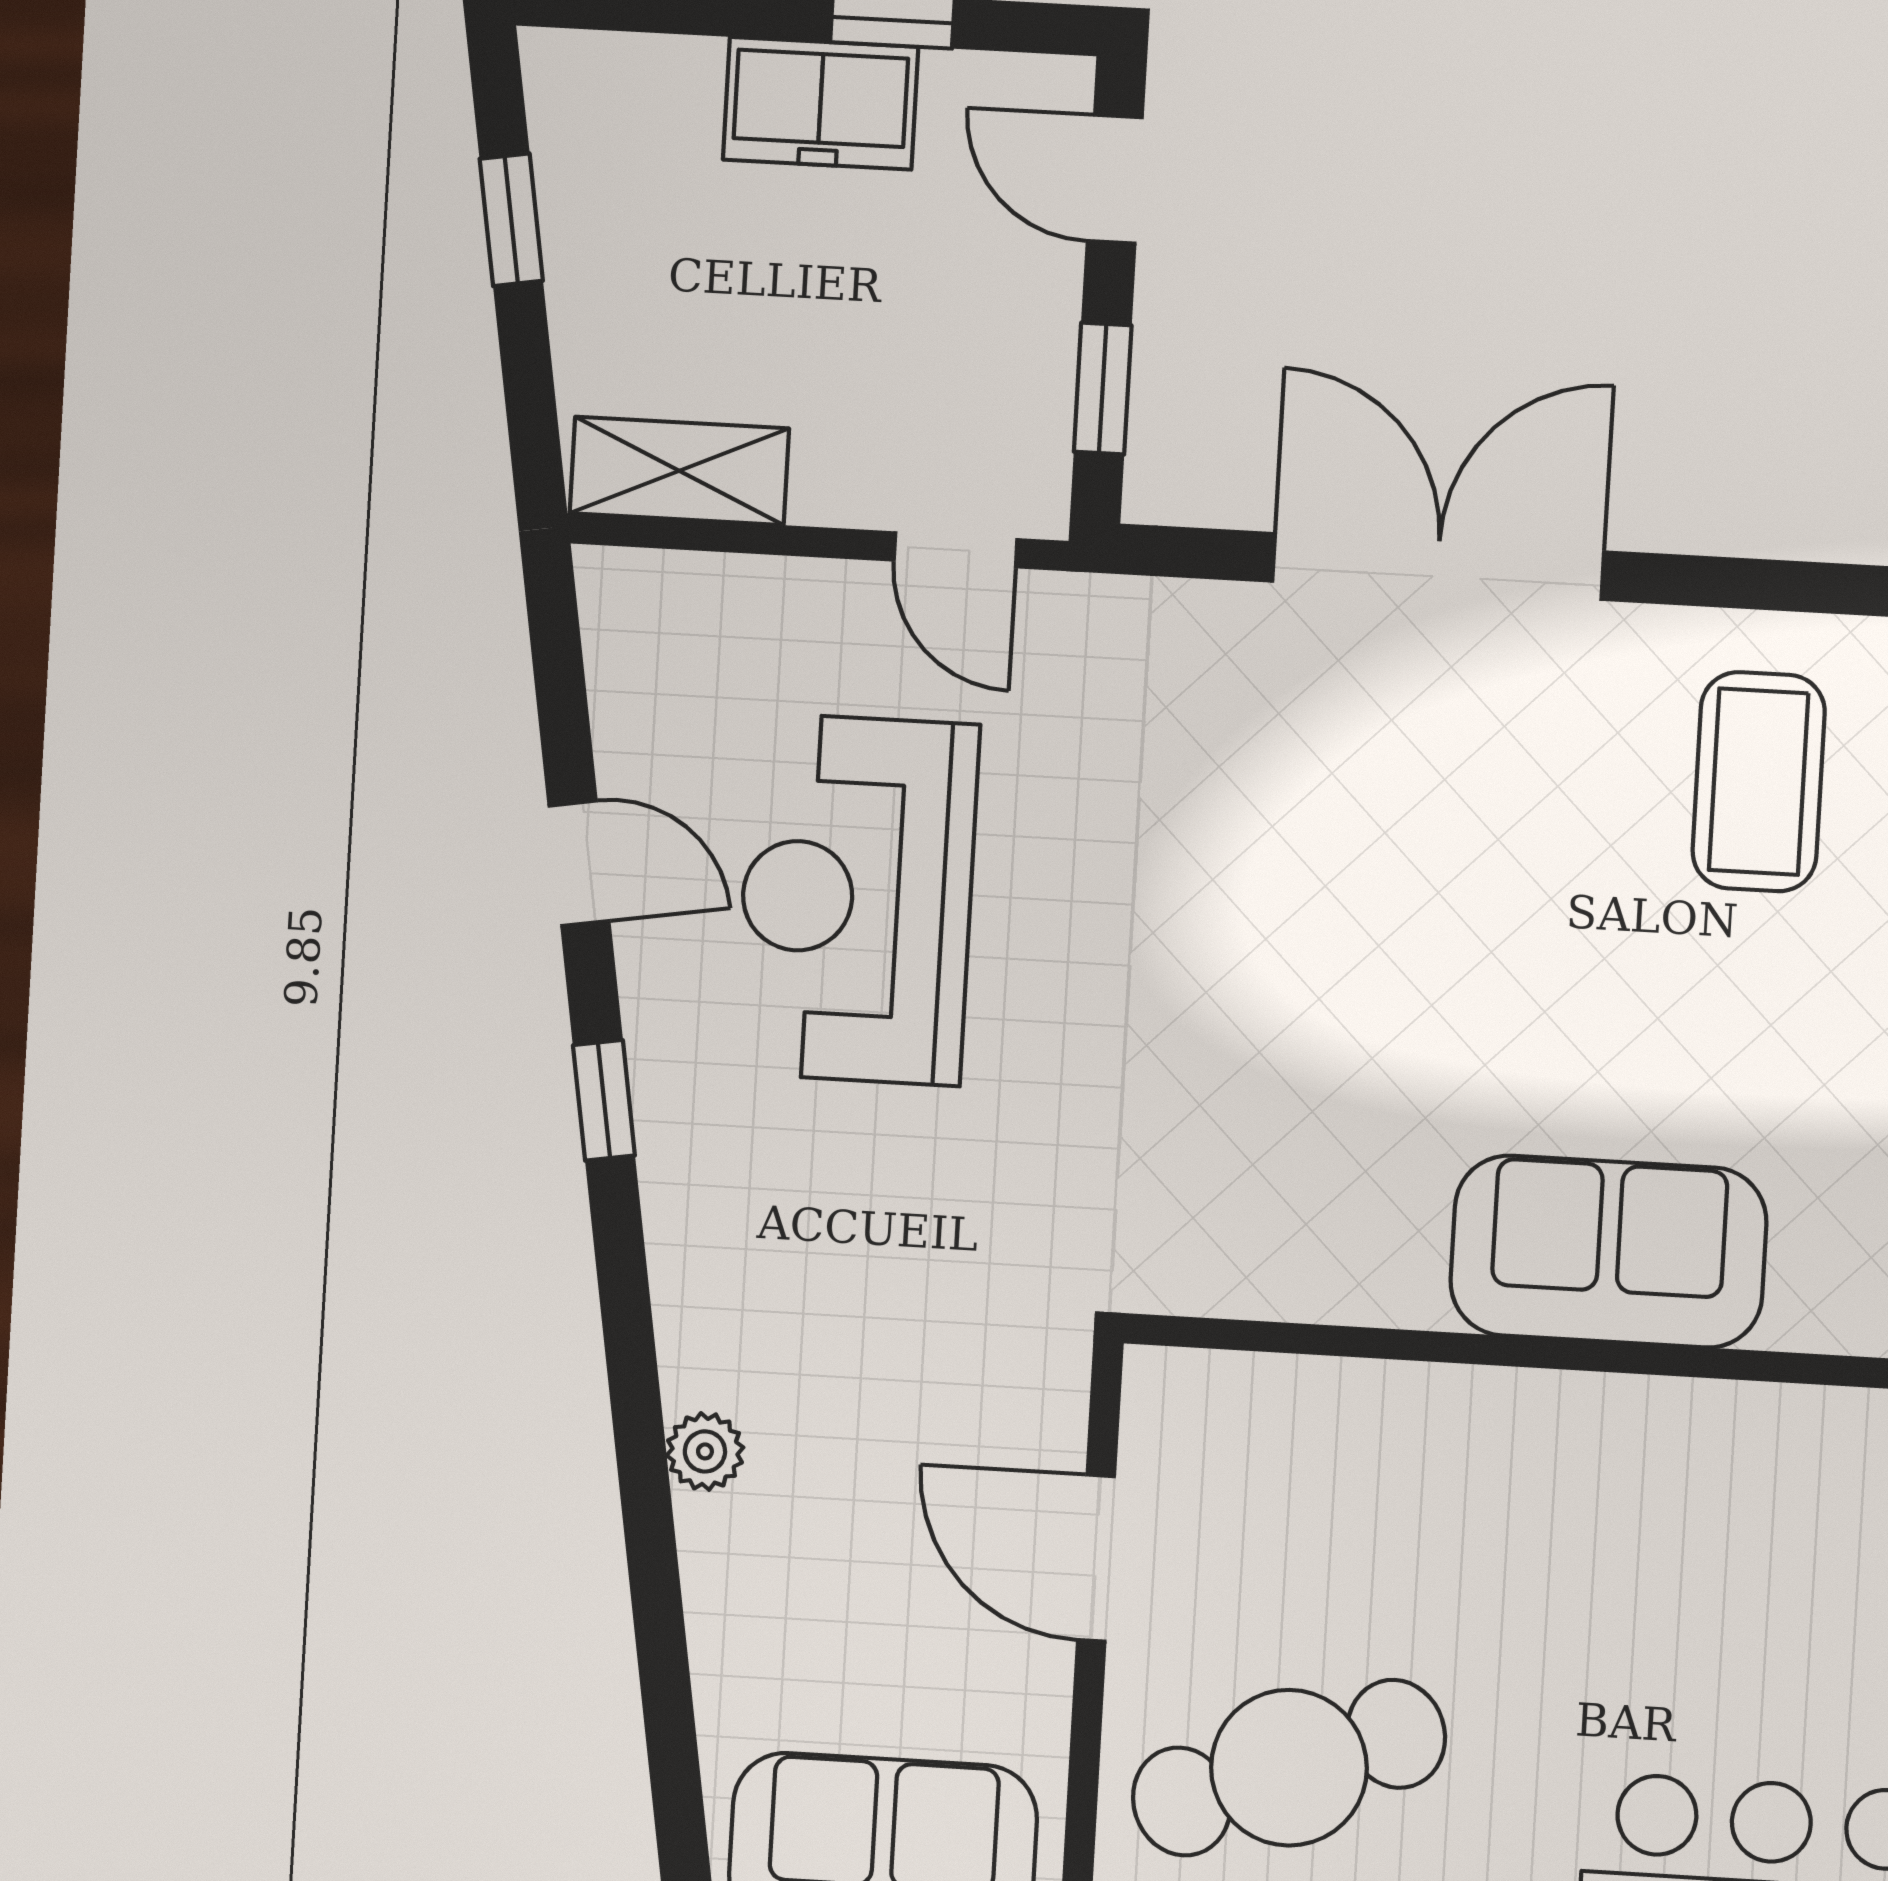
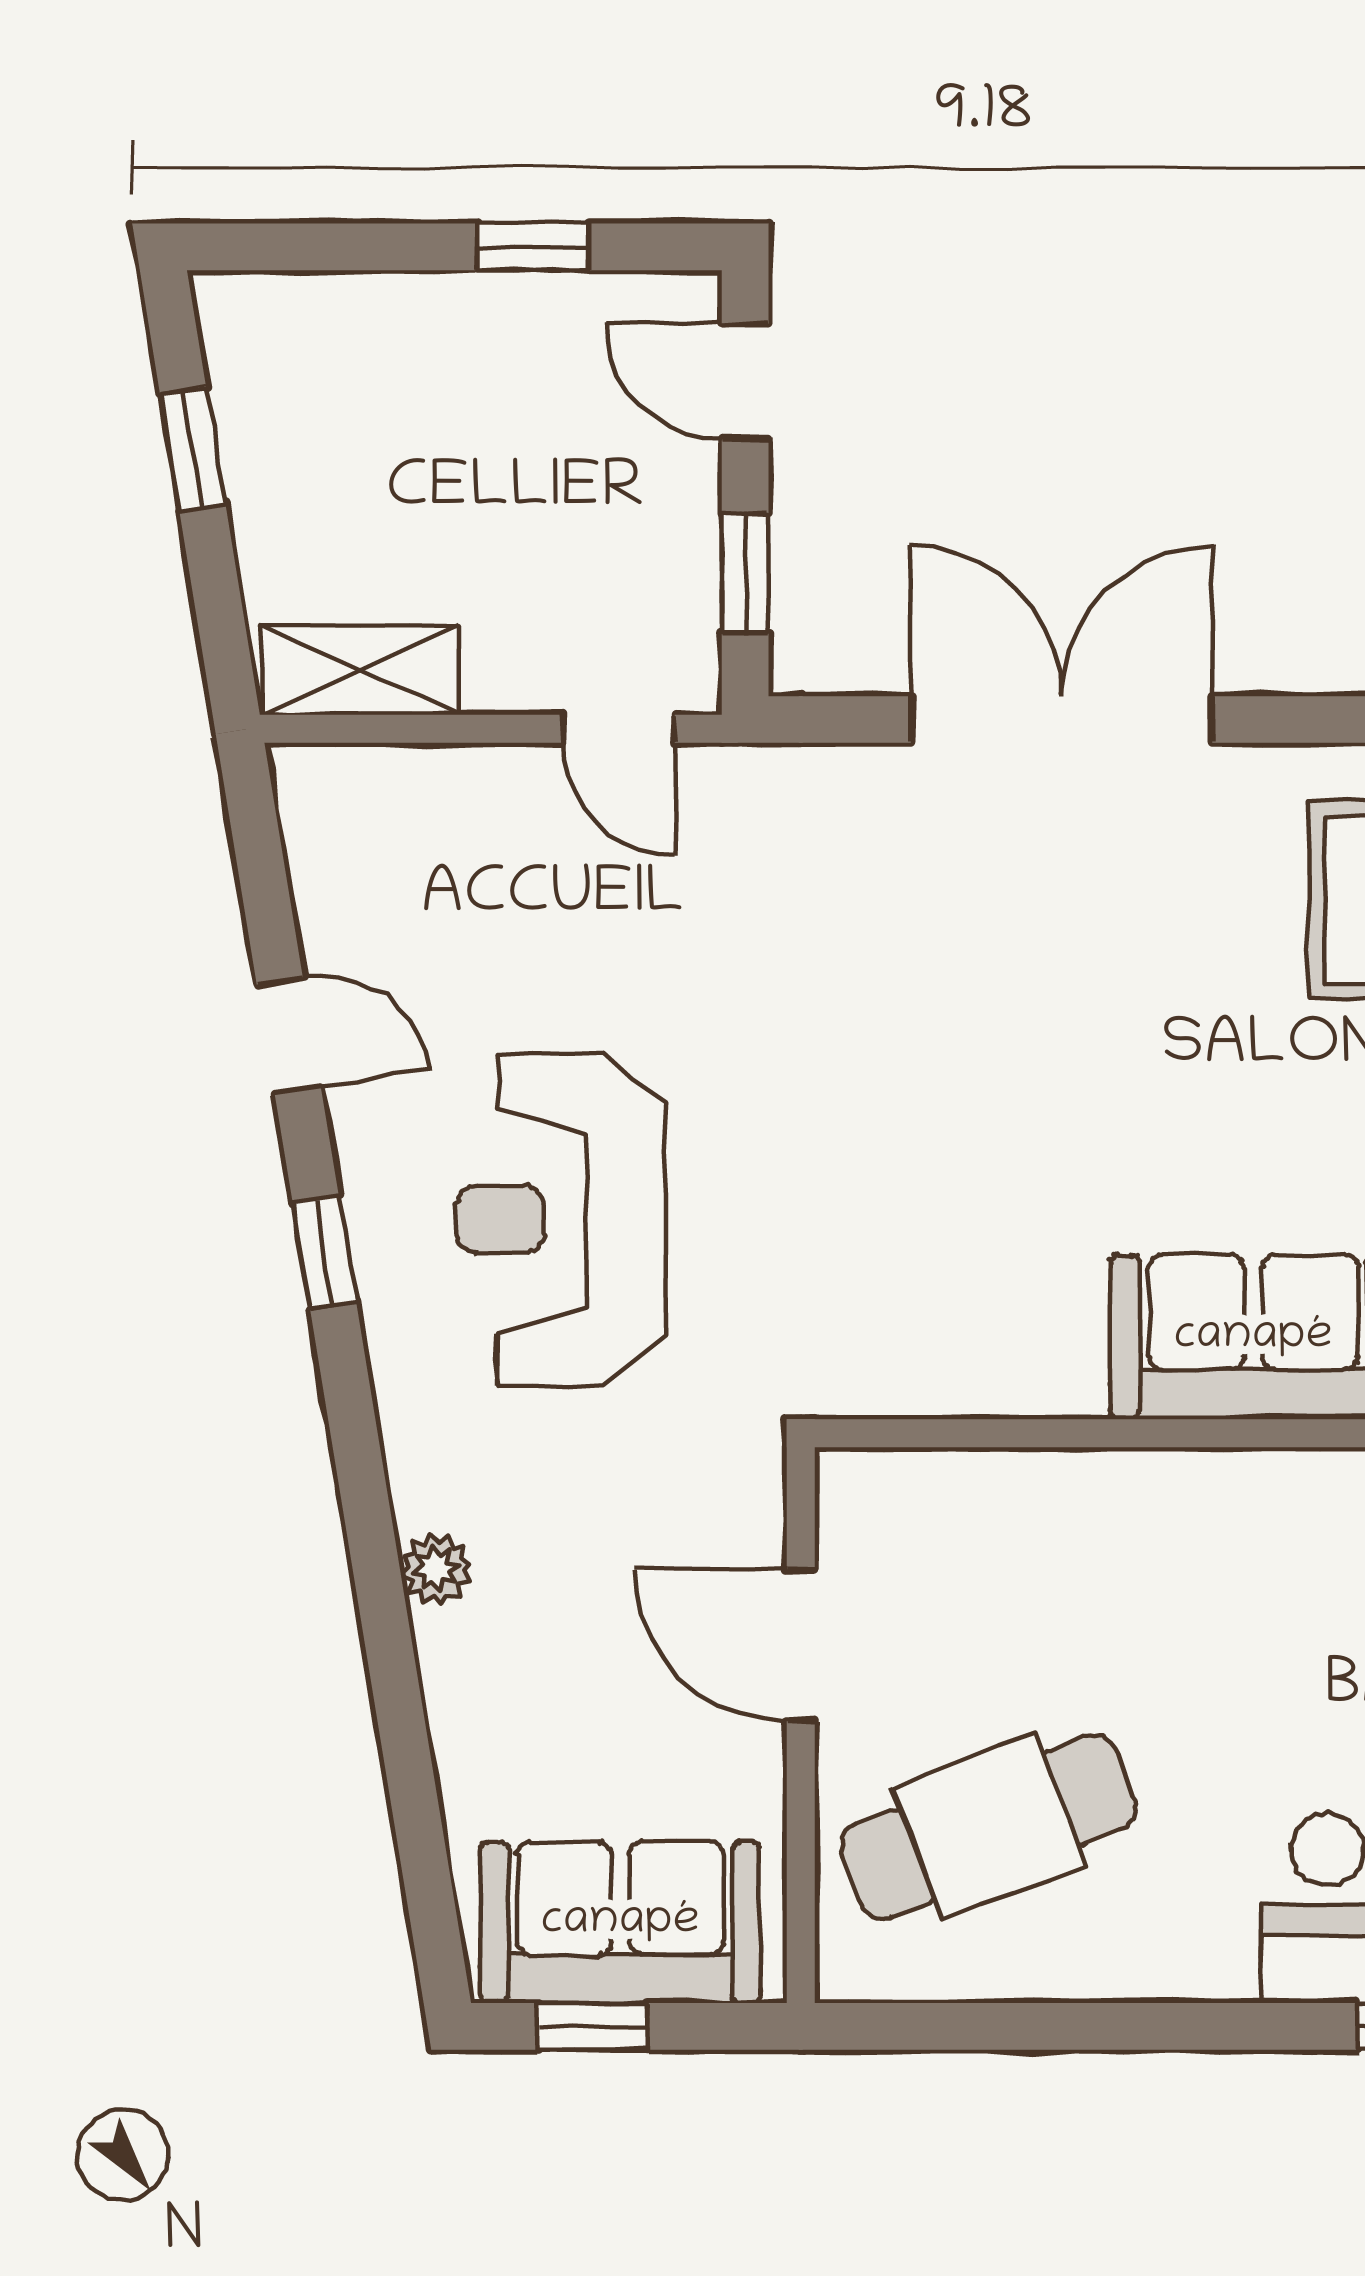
freezer: (821, 103) -> (471, 326), removed
reception desk: (857, 899) -> (561, 1220), moved

